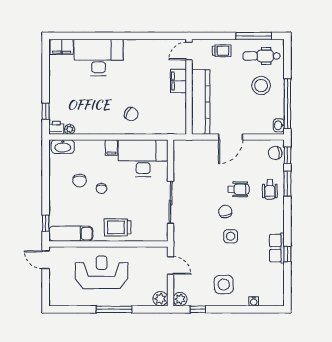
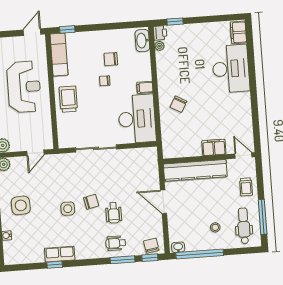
stool: (261, 86) -> (215, 227), width x0.53, depth x0.53

